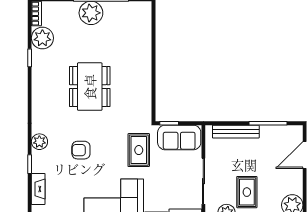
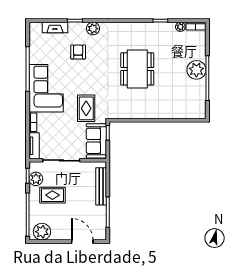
plant: (42, 38) -> (180, 27), width x0.53, depth x0.53
dining table: (90, 87) -> (137, 69), turned 90
armchair: (81, 150) -> (78, 52), moved
rug: (139, 150) -> (86, 108), turned 90

